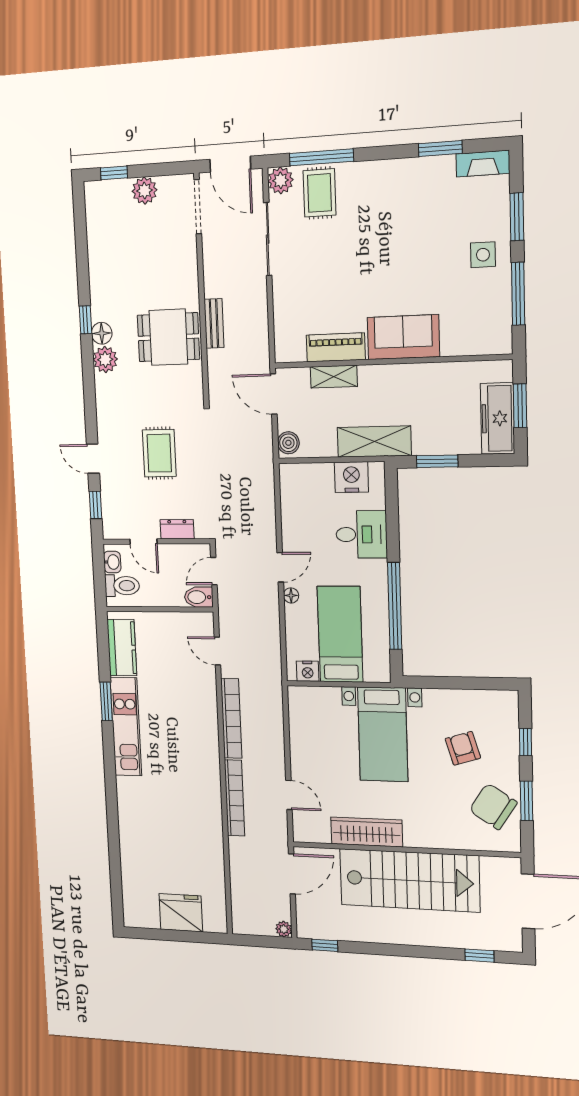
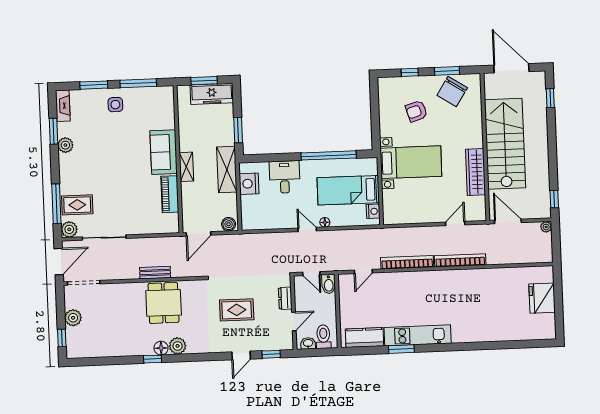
plant: (417, 170) -> (65, 145), added
shelving: (334, 377) -> (186, 167), moved

